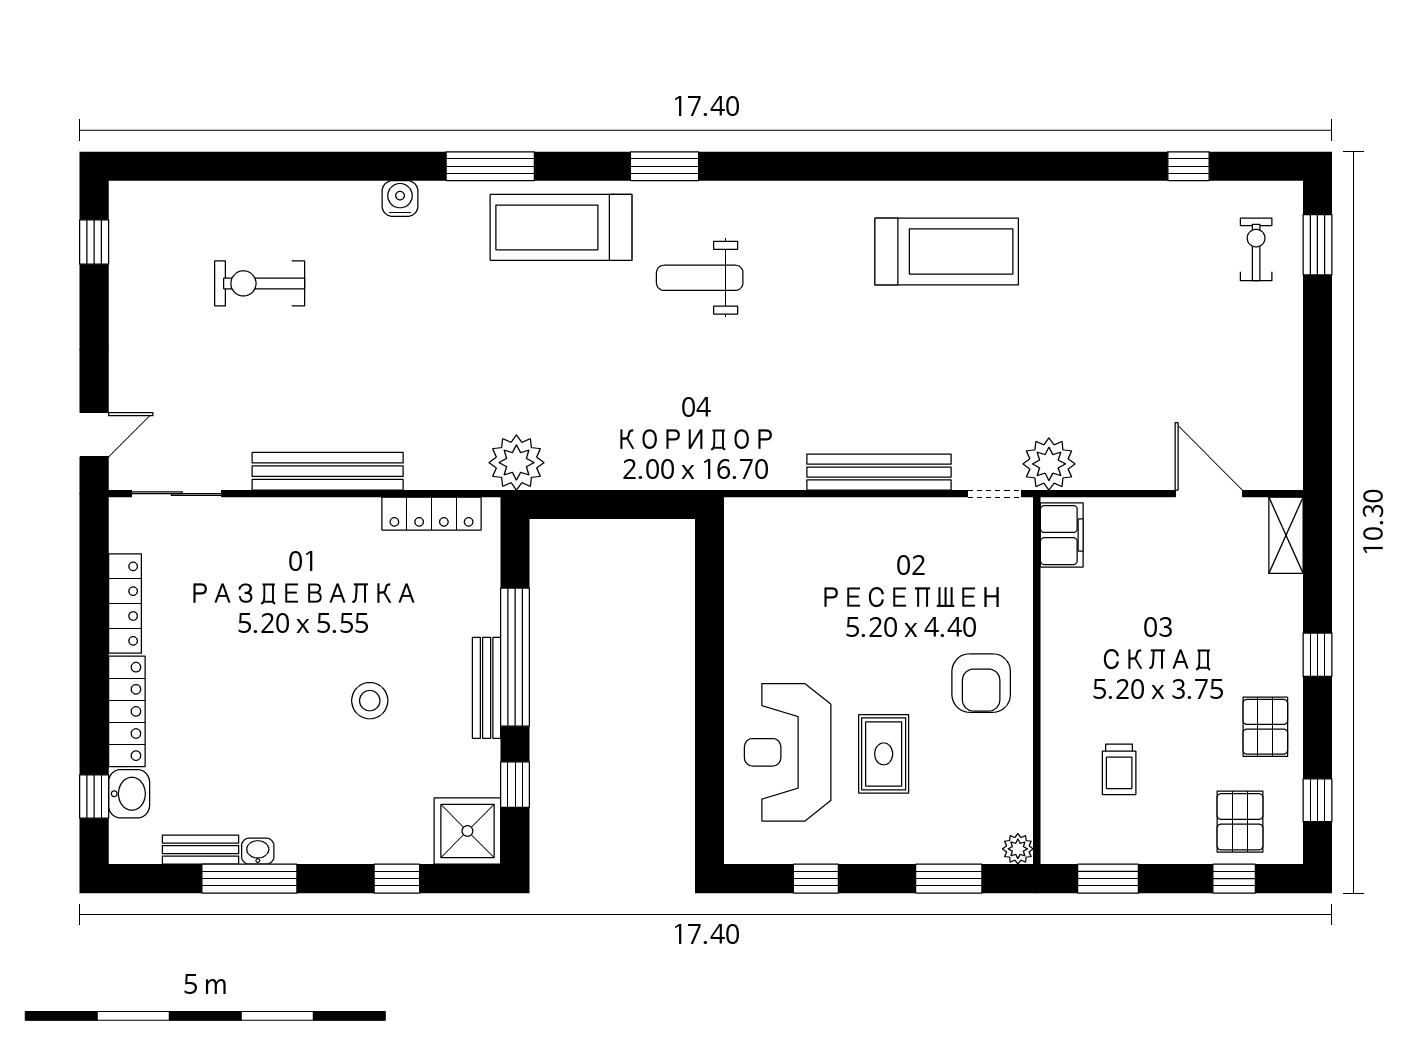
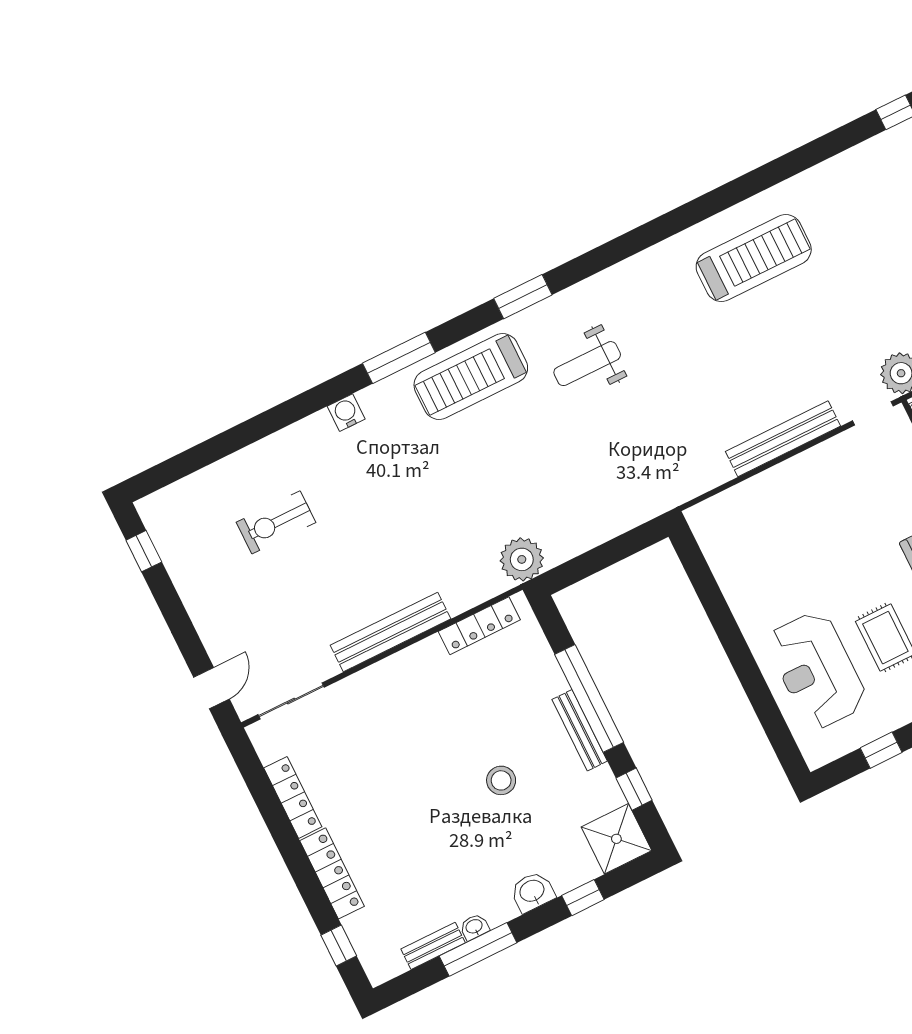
washbasin: (129, 794) -> (532, 892), moved, turned -90

